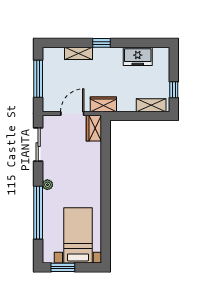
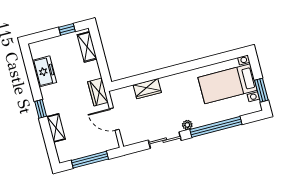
wardrobe: (94, 128) -> (147, 89), moved
sliding door: (38, 145) -> (165, 140), moved

